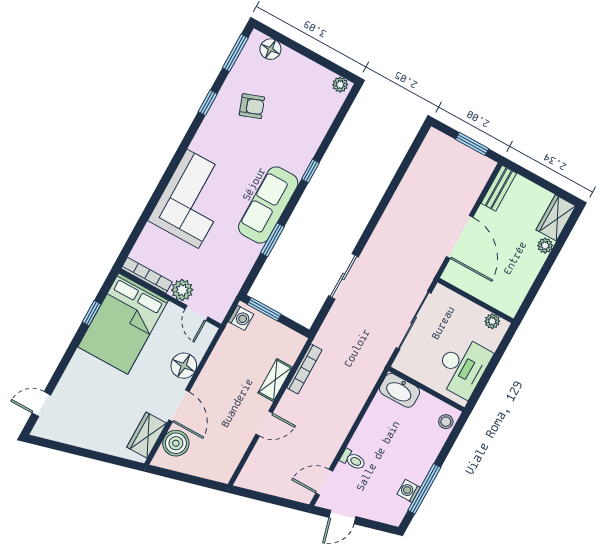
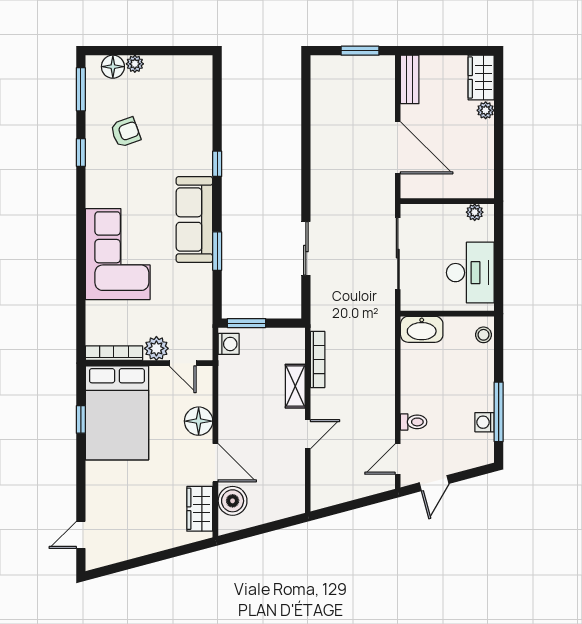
plant: (340, 85) -> (135, 64), moved

